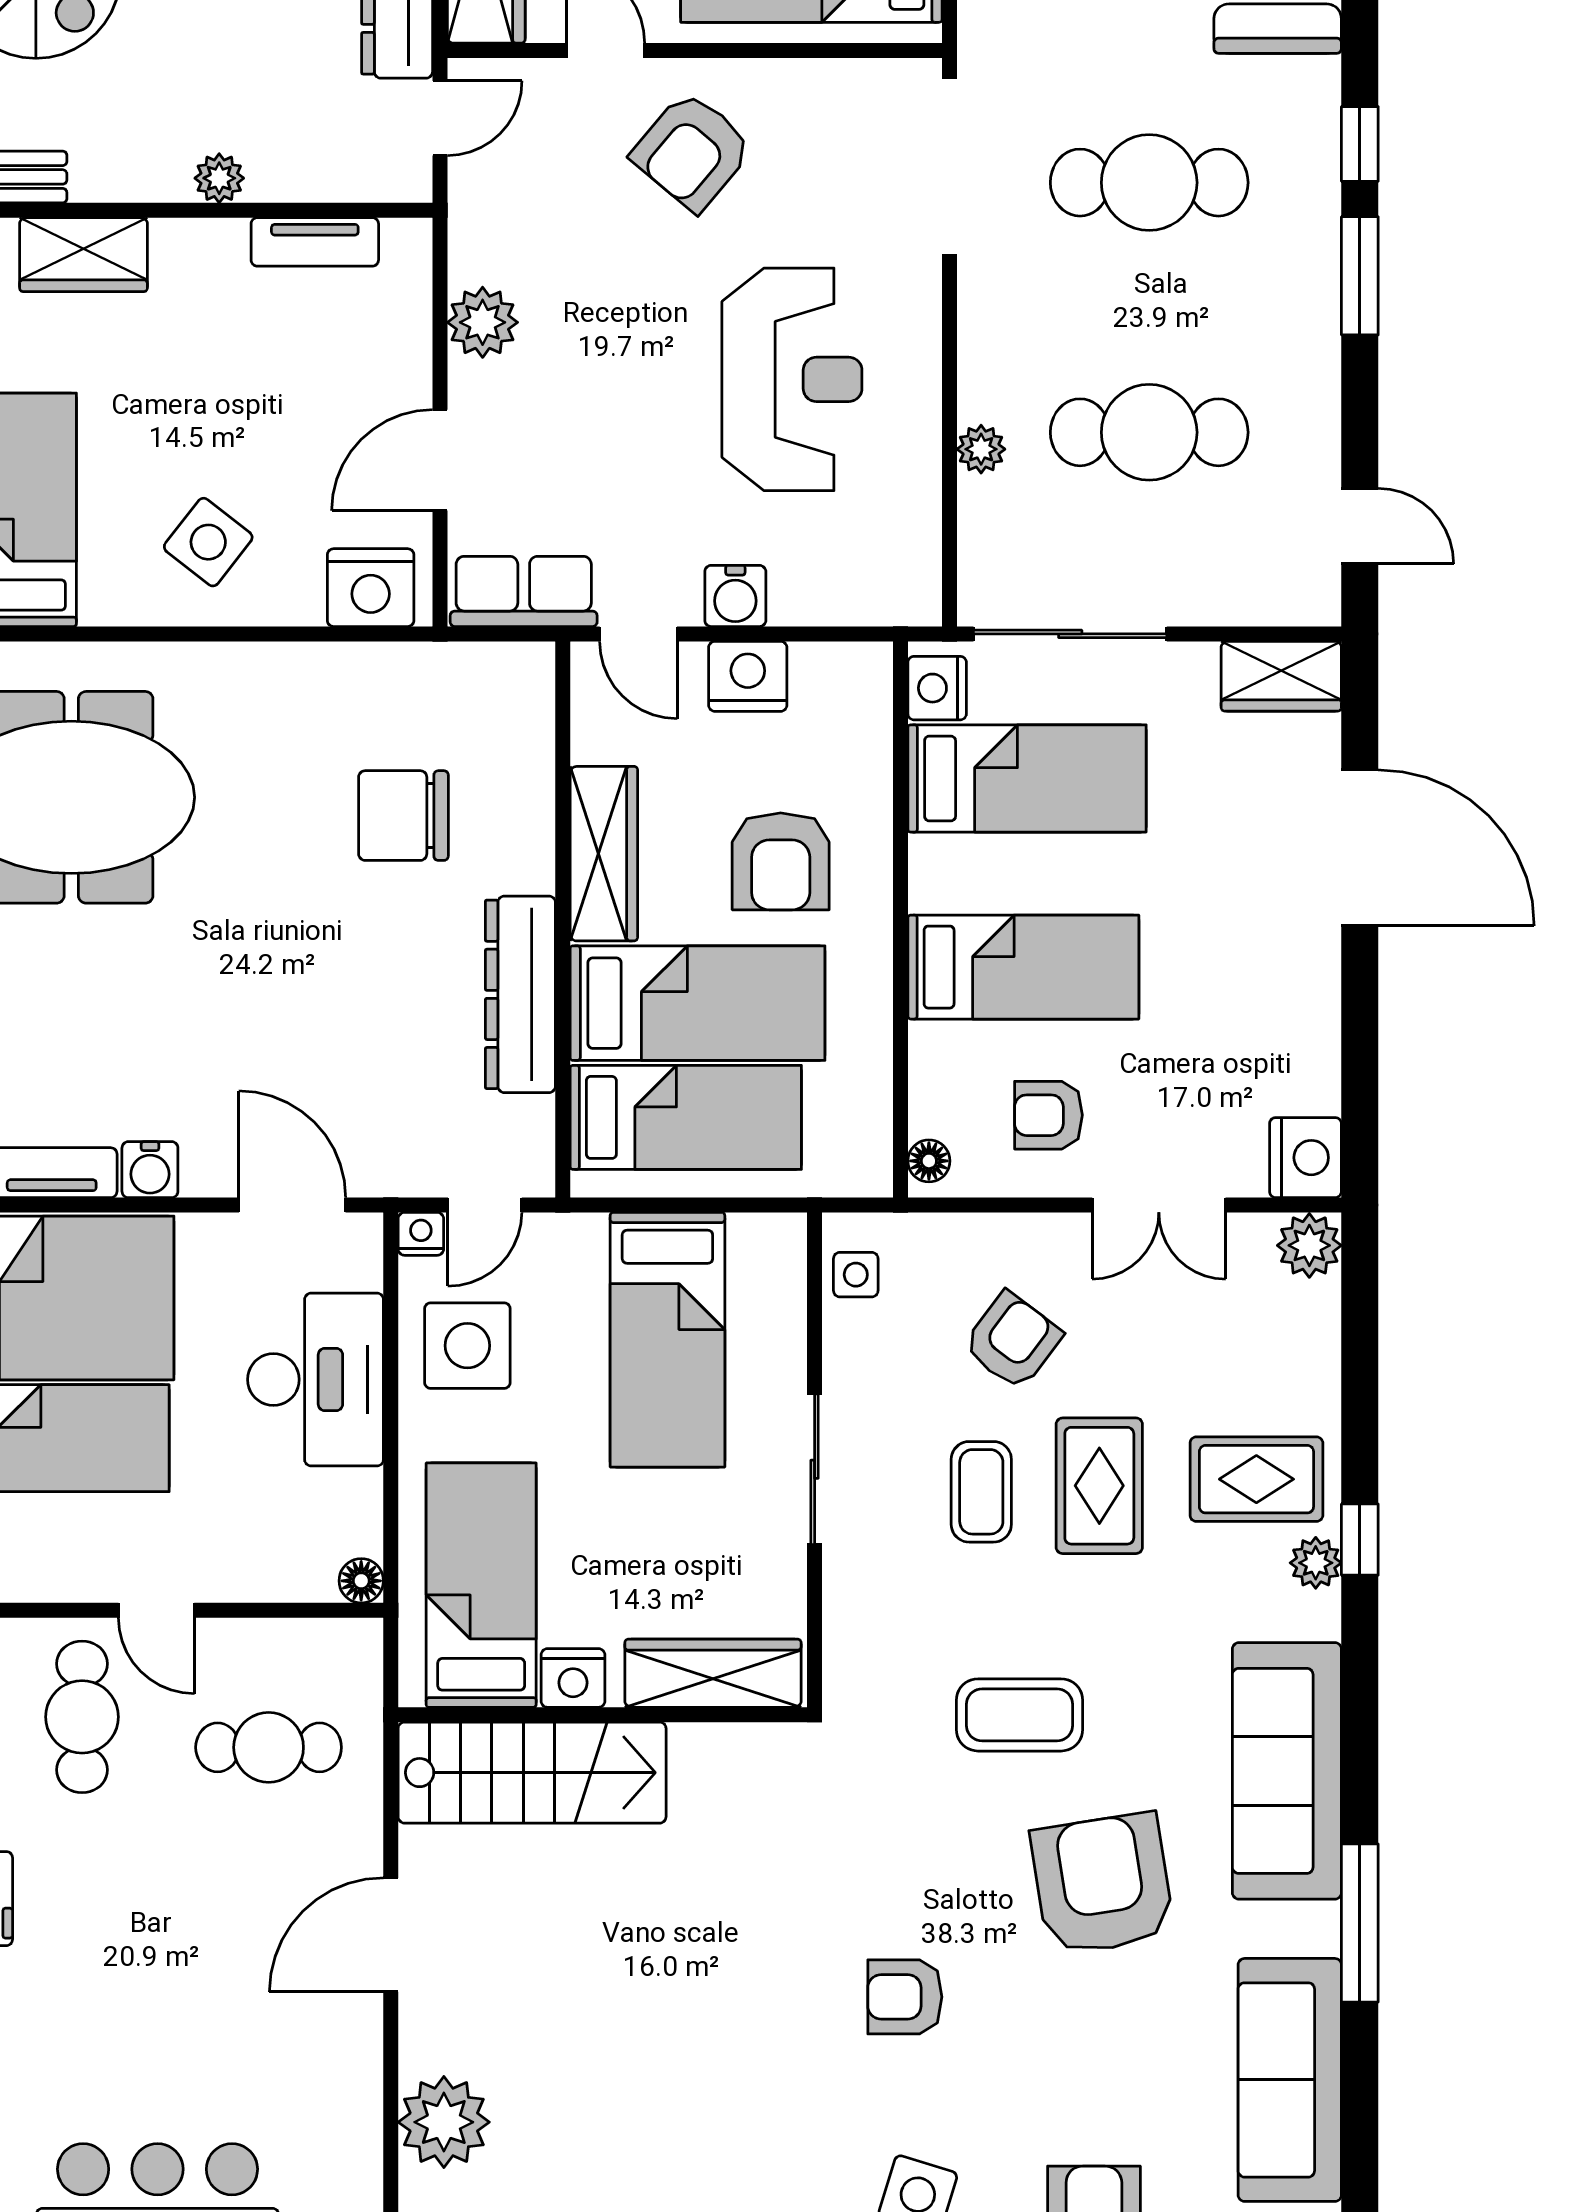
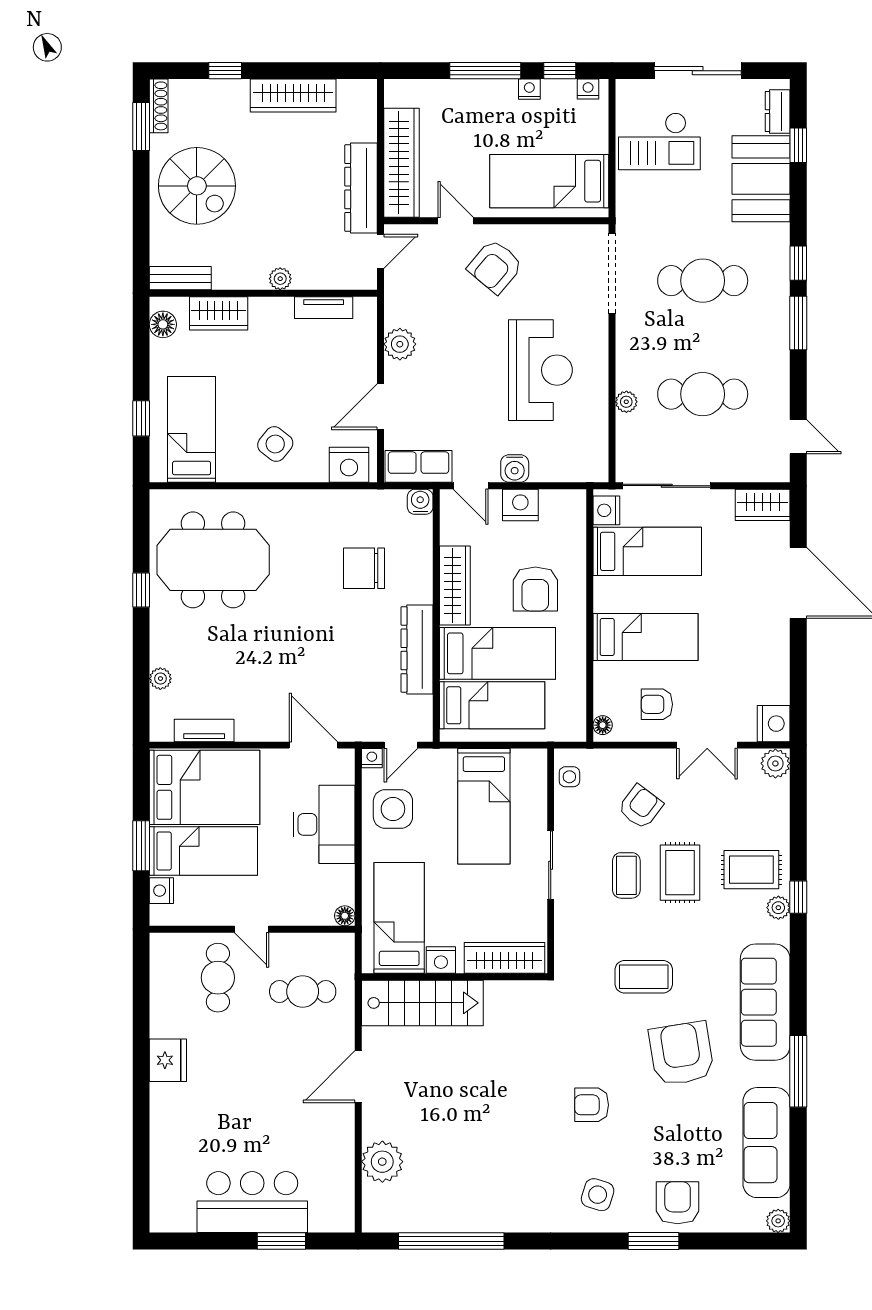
water cooler: (150, 1170) -> (420, 502), moved, turned 180

